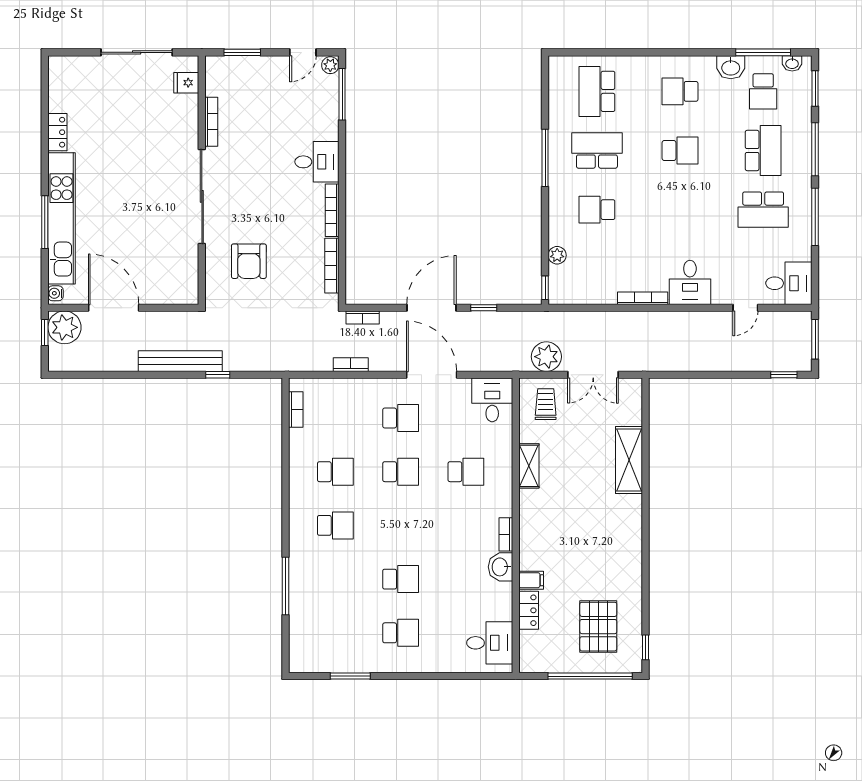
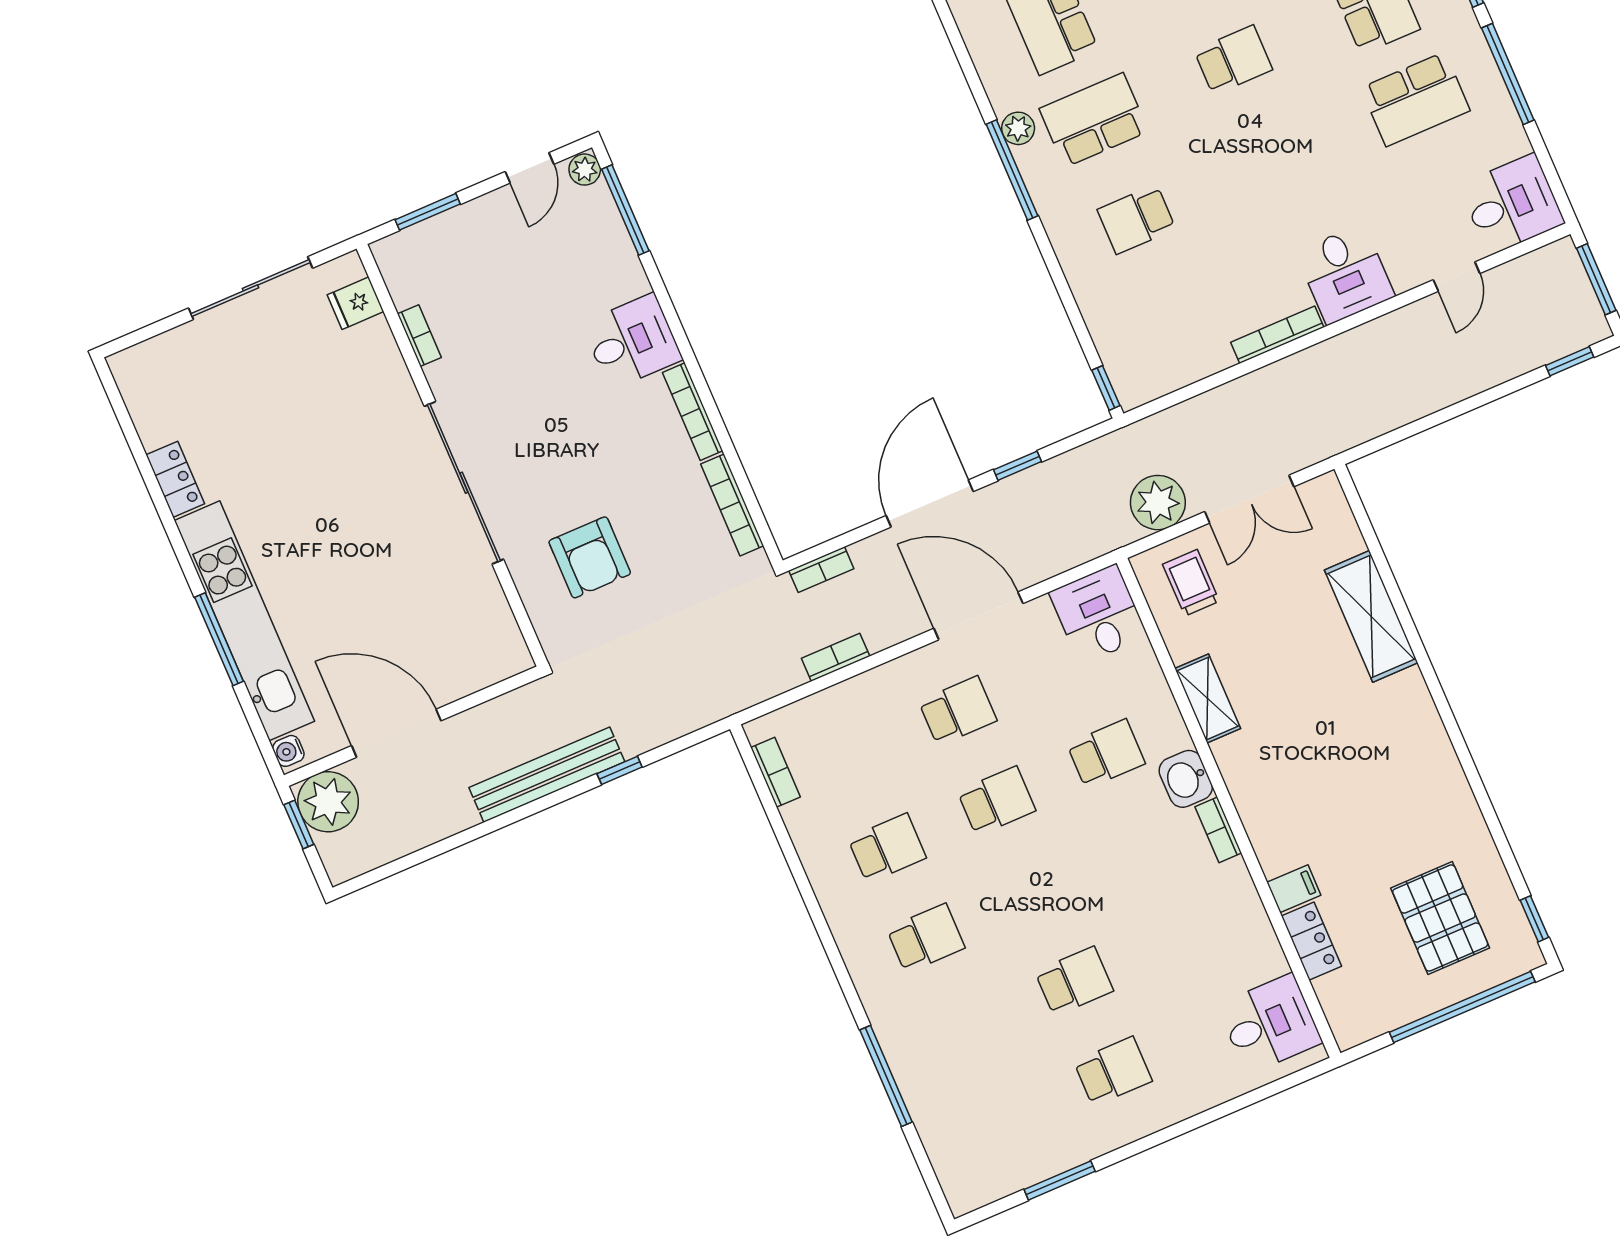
bookcase: (211, 122) -> (419, 336), width x0.64
plant: (557, 255) -> (1018, 128), moved
washbasin: (501, 567) -> (1186, 779), moved

